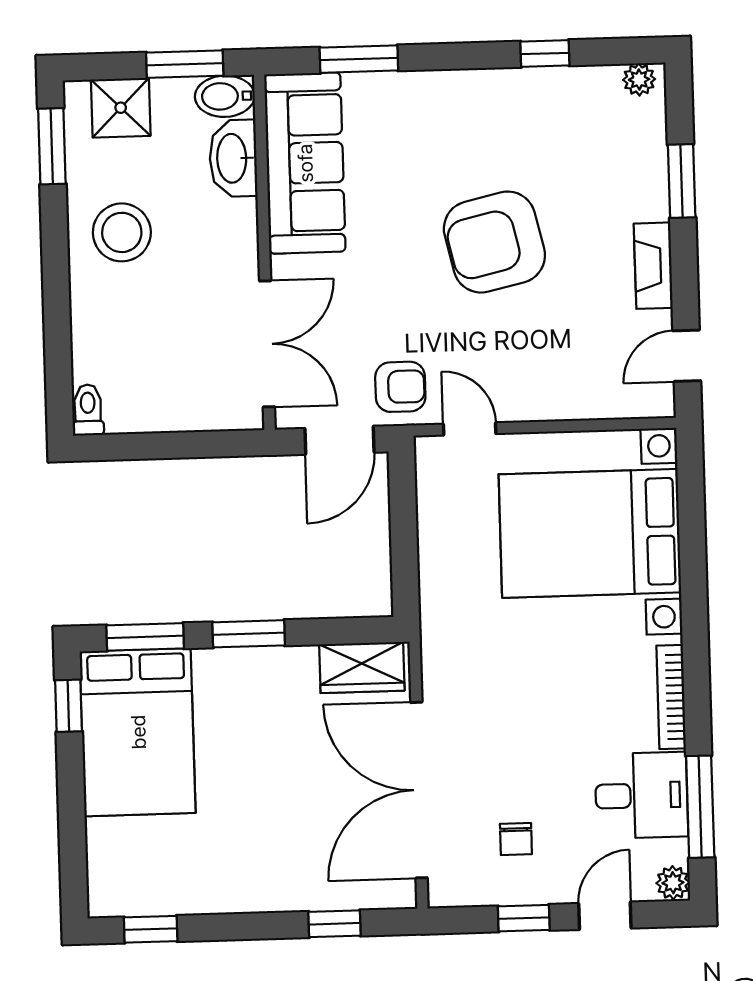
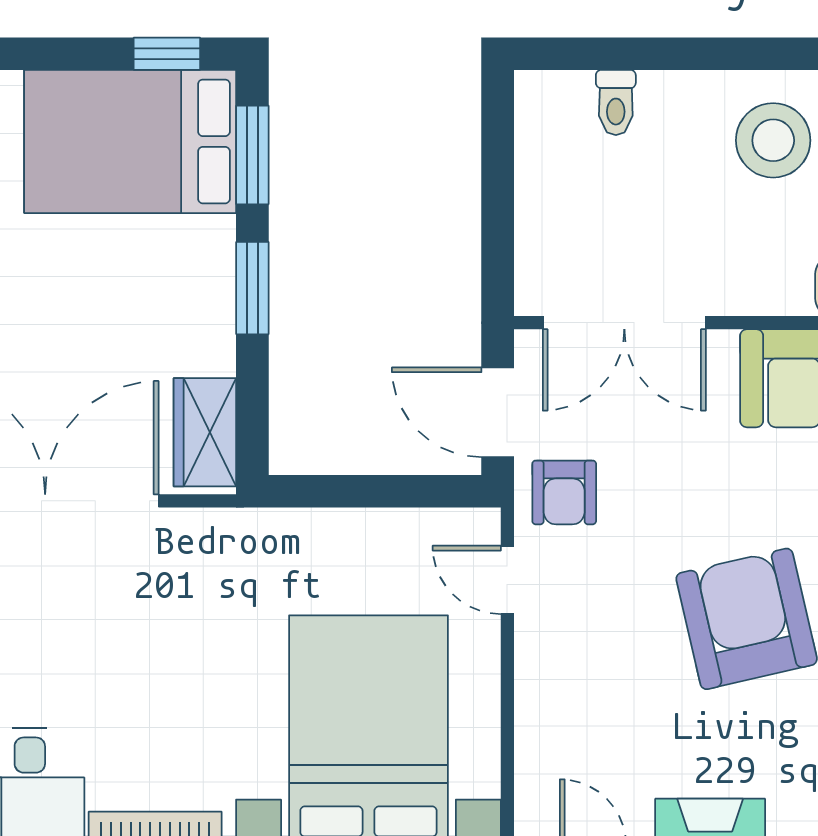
toilet: (88, 410) -> (616, 102), moved, turned 90
door: (470, 429) -> (507, 580), swing flipped

